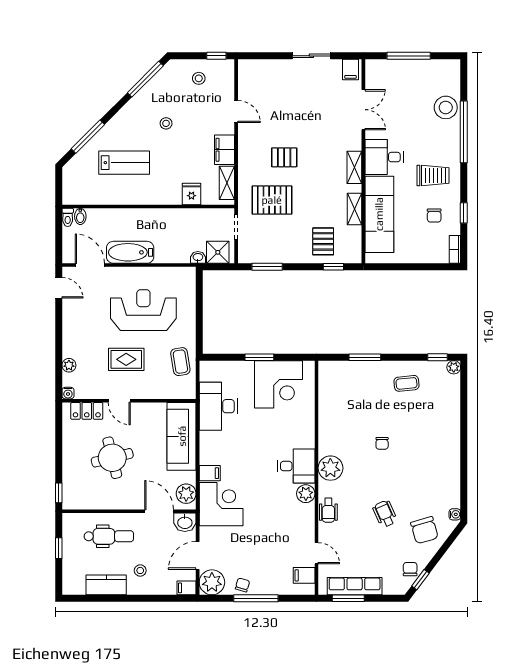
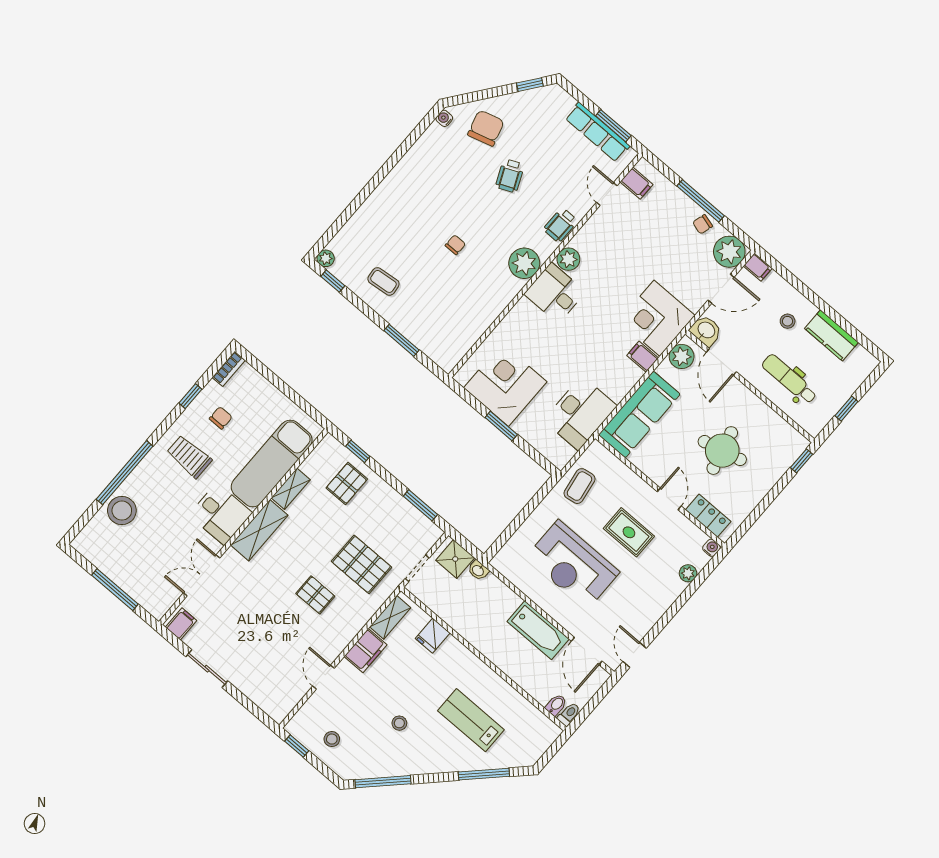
shelving: (354, 167) -> (259, 530), width x1.50, depth x1.33
wheelchair: (328, 510) -> (560, 225), turned 180
chair: (410, 569) -> (531, 103), removed

